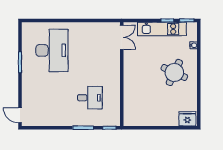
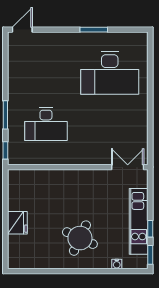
double door: (122, 37) -> (128, 167), swing flipped
desk: (90, 98) -> (46, 124), width x1.37
fridge: (187, 119) -> (17, 223), moved

